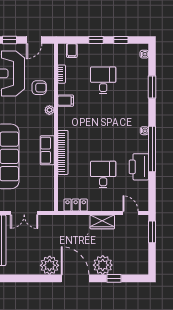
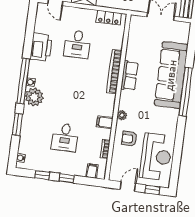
plant: (139, 116) -> (34, 97), added
window: (152, 149) -> (23, 81), moved

